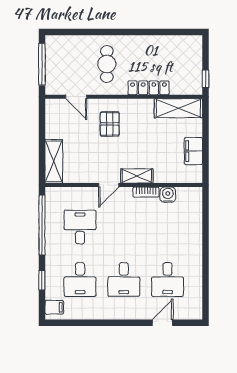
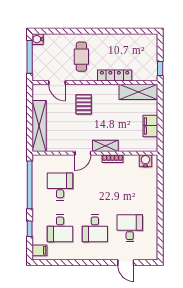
water cooler: (52, 42) -> (38, 39), added
shelving: (54, 161) -> (39, 126), width x1.47
water cooler: (168, 195) -> (145, 161), moved
desk: (167, 280) -> (130, 228), turned 180
door: (163, 323) -> (126, 263), swing flipped

